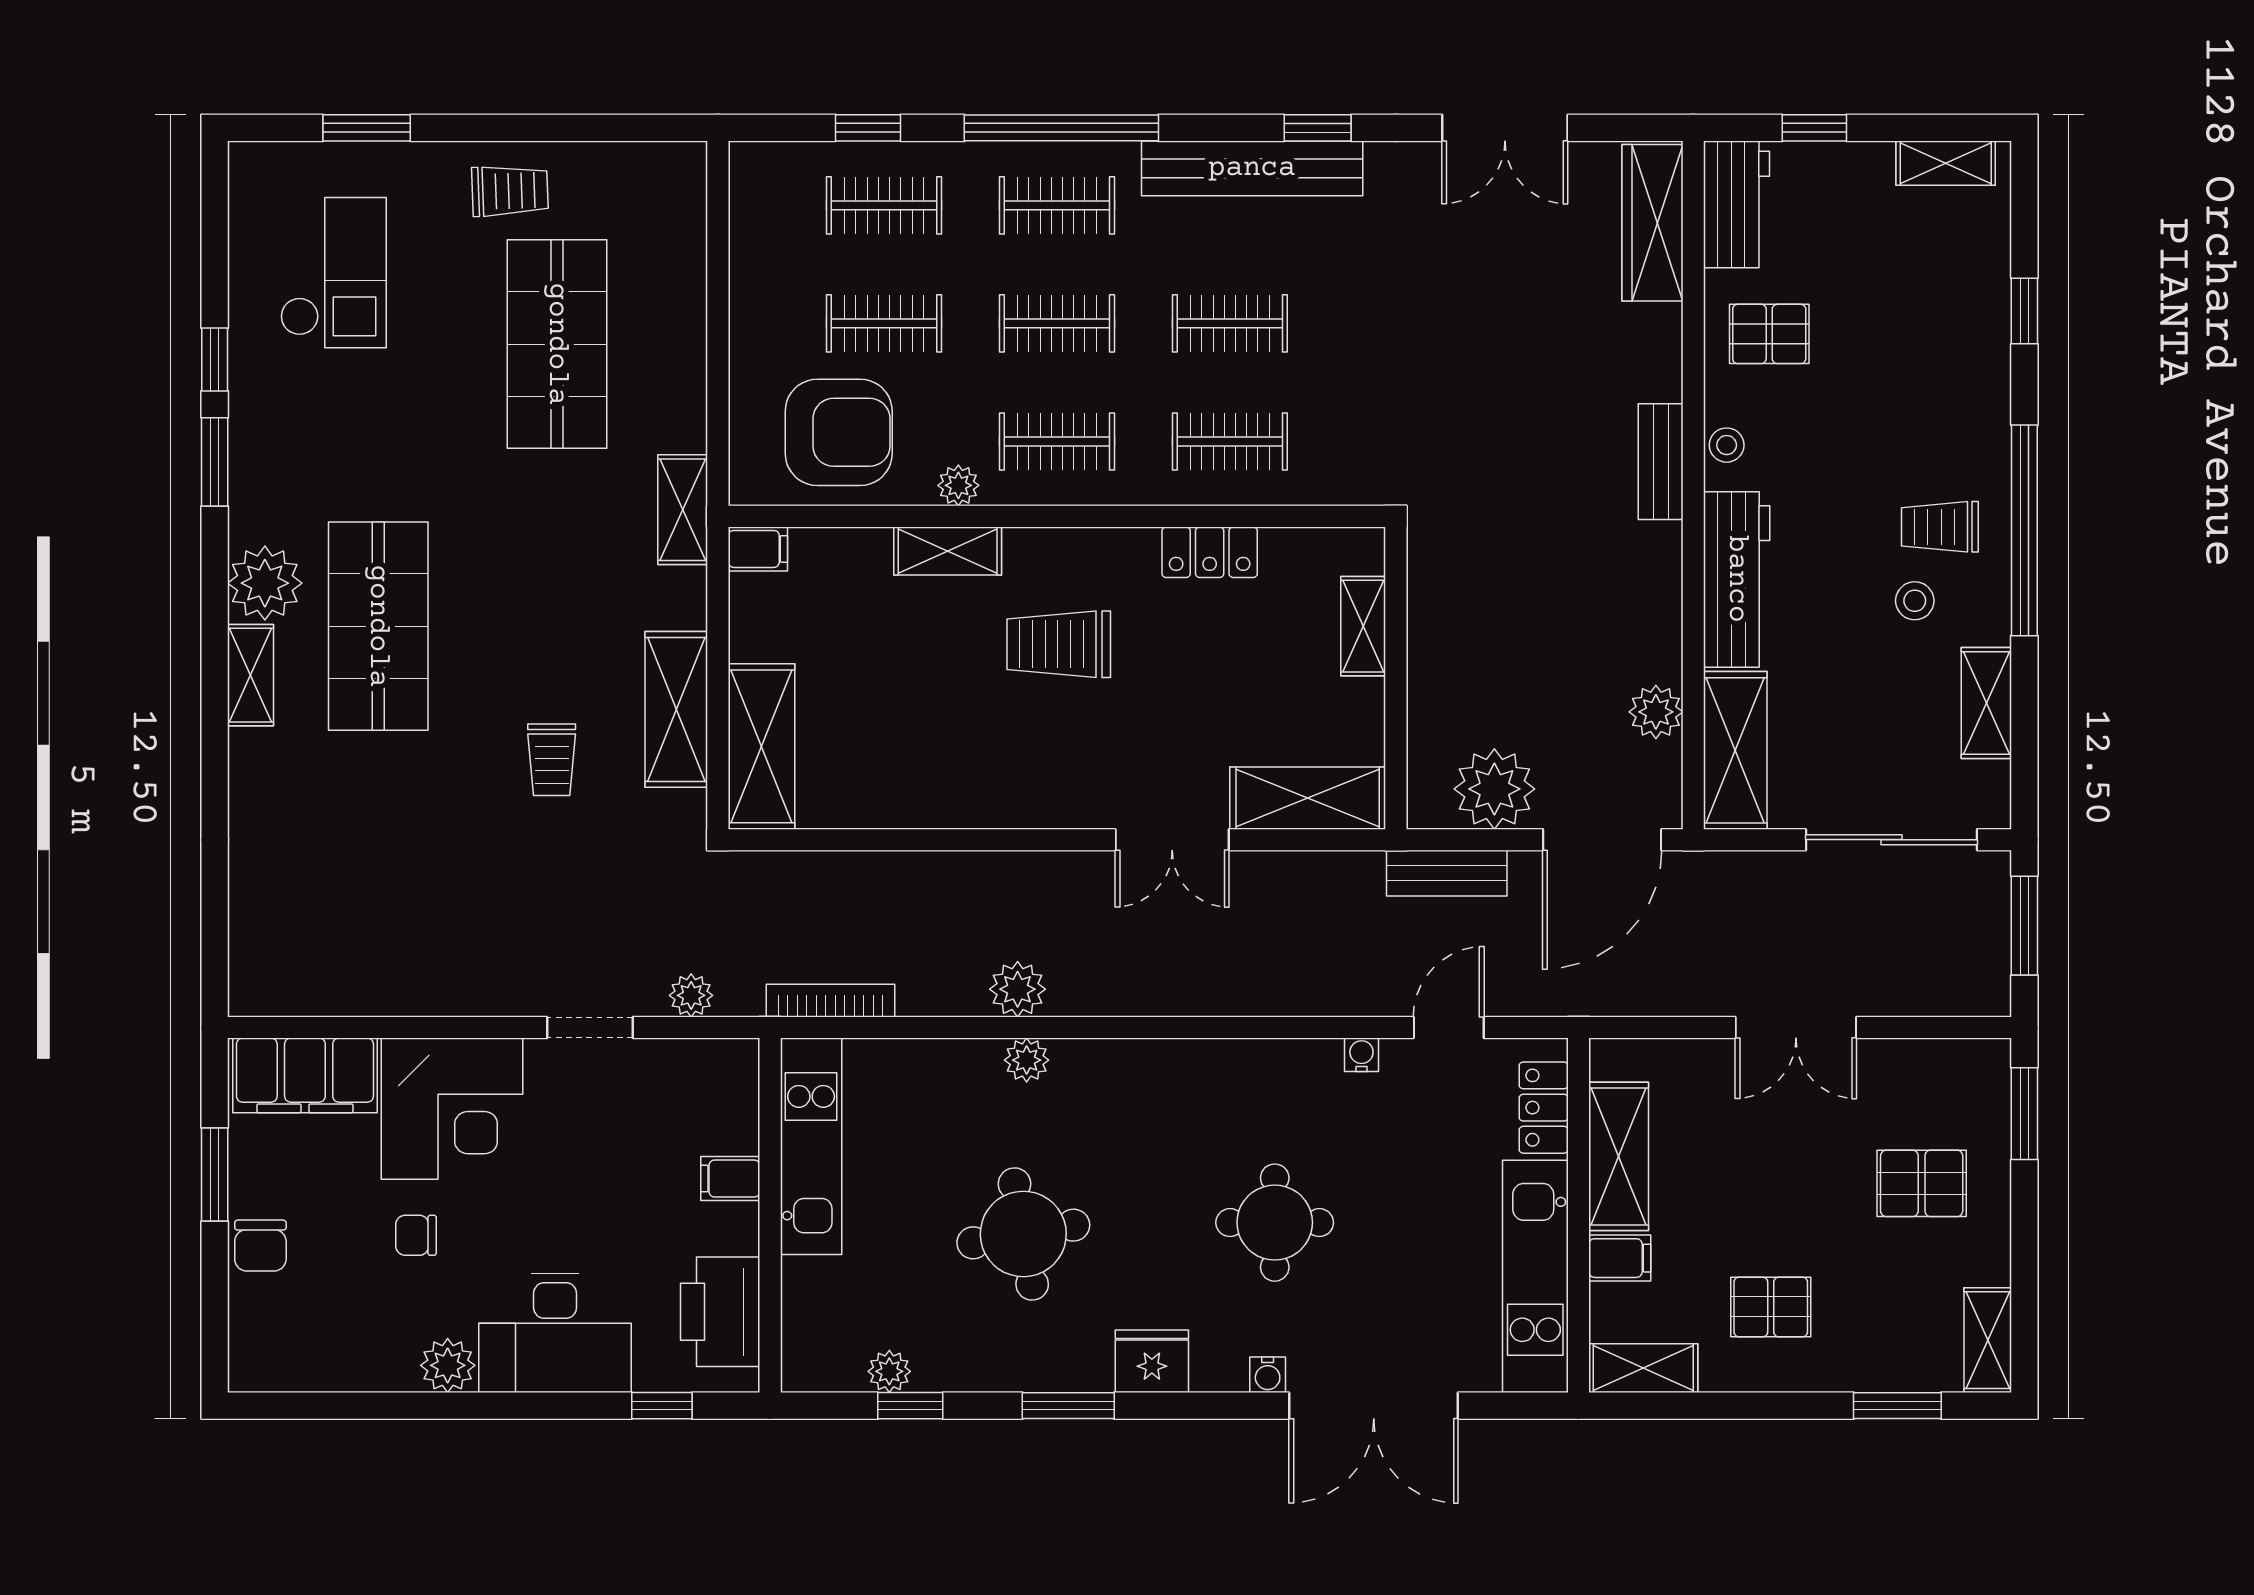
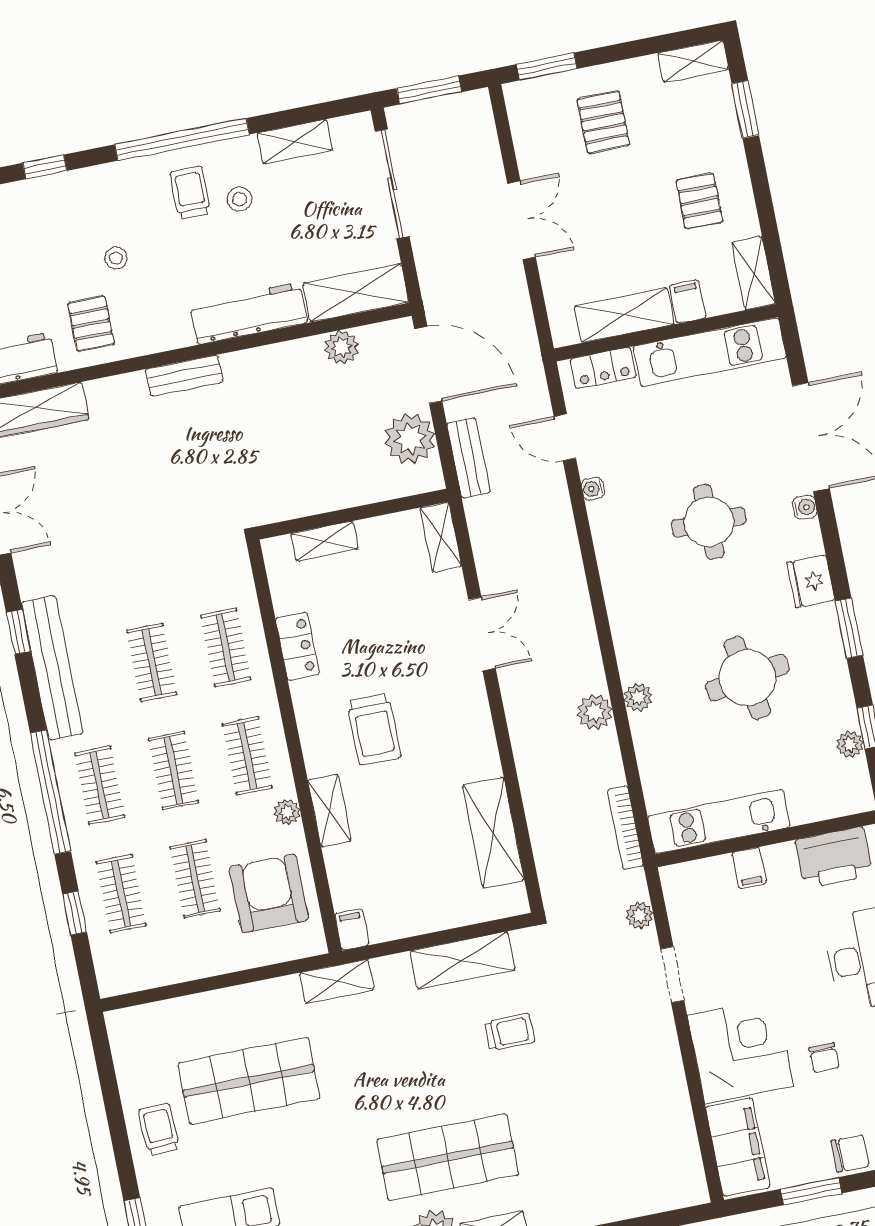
stool: (1727, 445) -> (116, 258), moved
trolley: (1940, 527) -> (190, 193), turned 180
shelving: (762, 746) -> (493, 833), moved, turned 90
shelving: (1308, 798) -> (441, 537), width x0.67, depth x0.75

